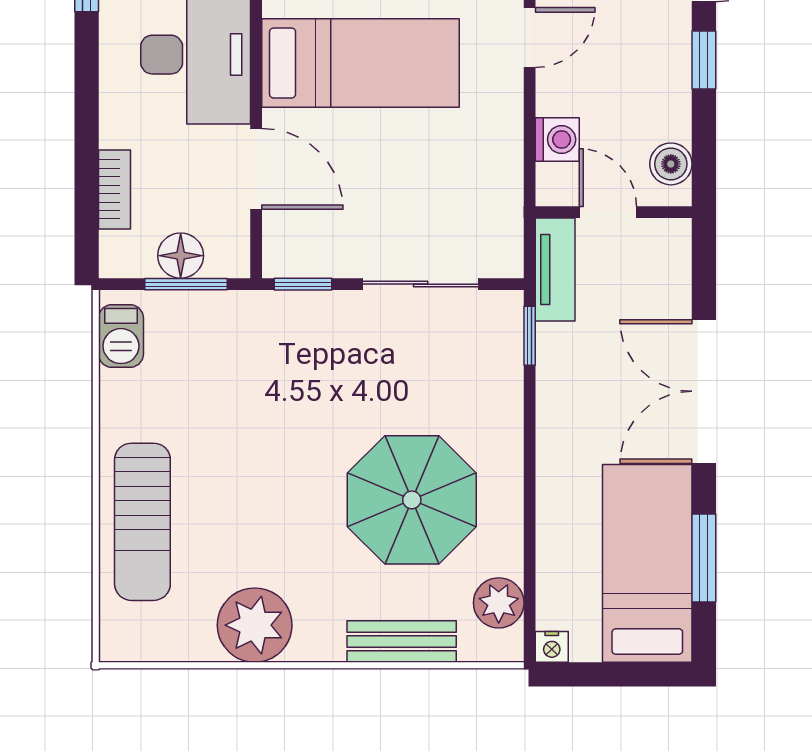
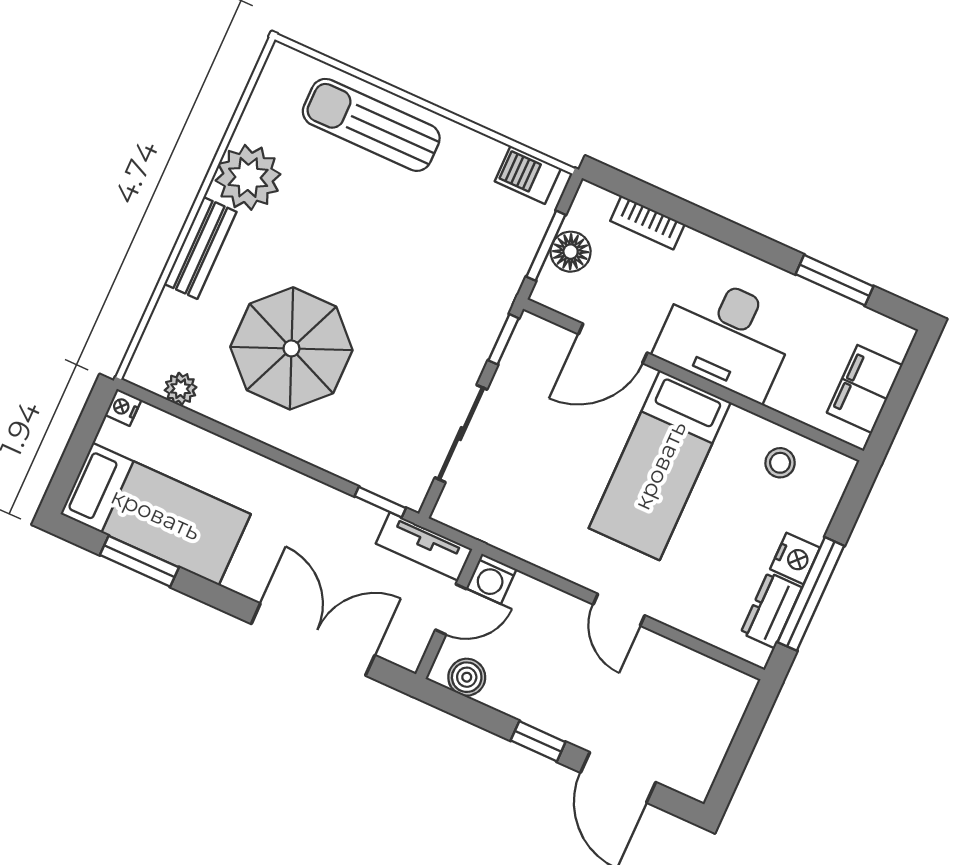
washing machine: (557, 140) -> (491, 579), moved
double door: (704, 391) -> (313, 640), moved
plant: (499, 603) -> (181, 389), width x0.73, depth x0.73
bench: (402, 642) -> (200, 248), moved

